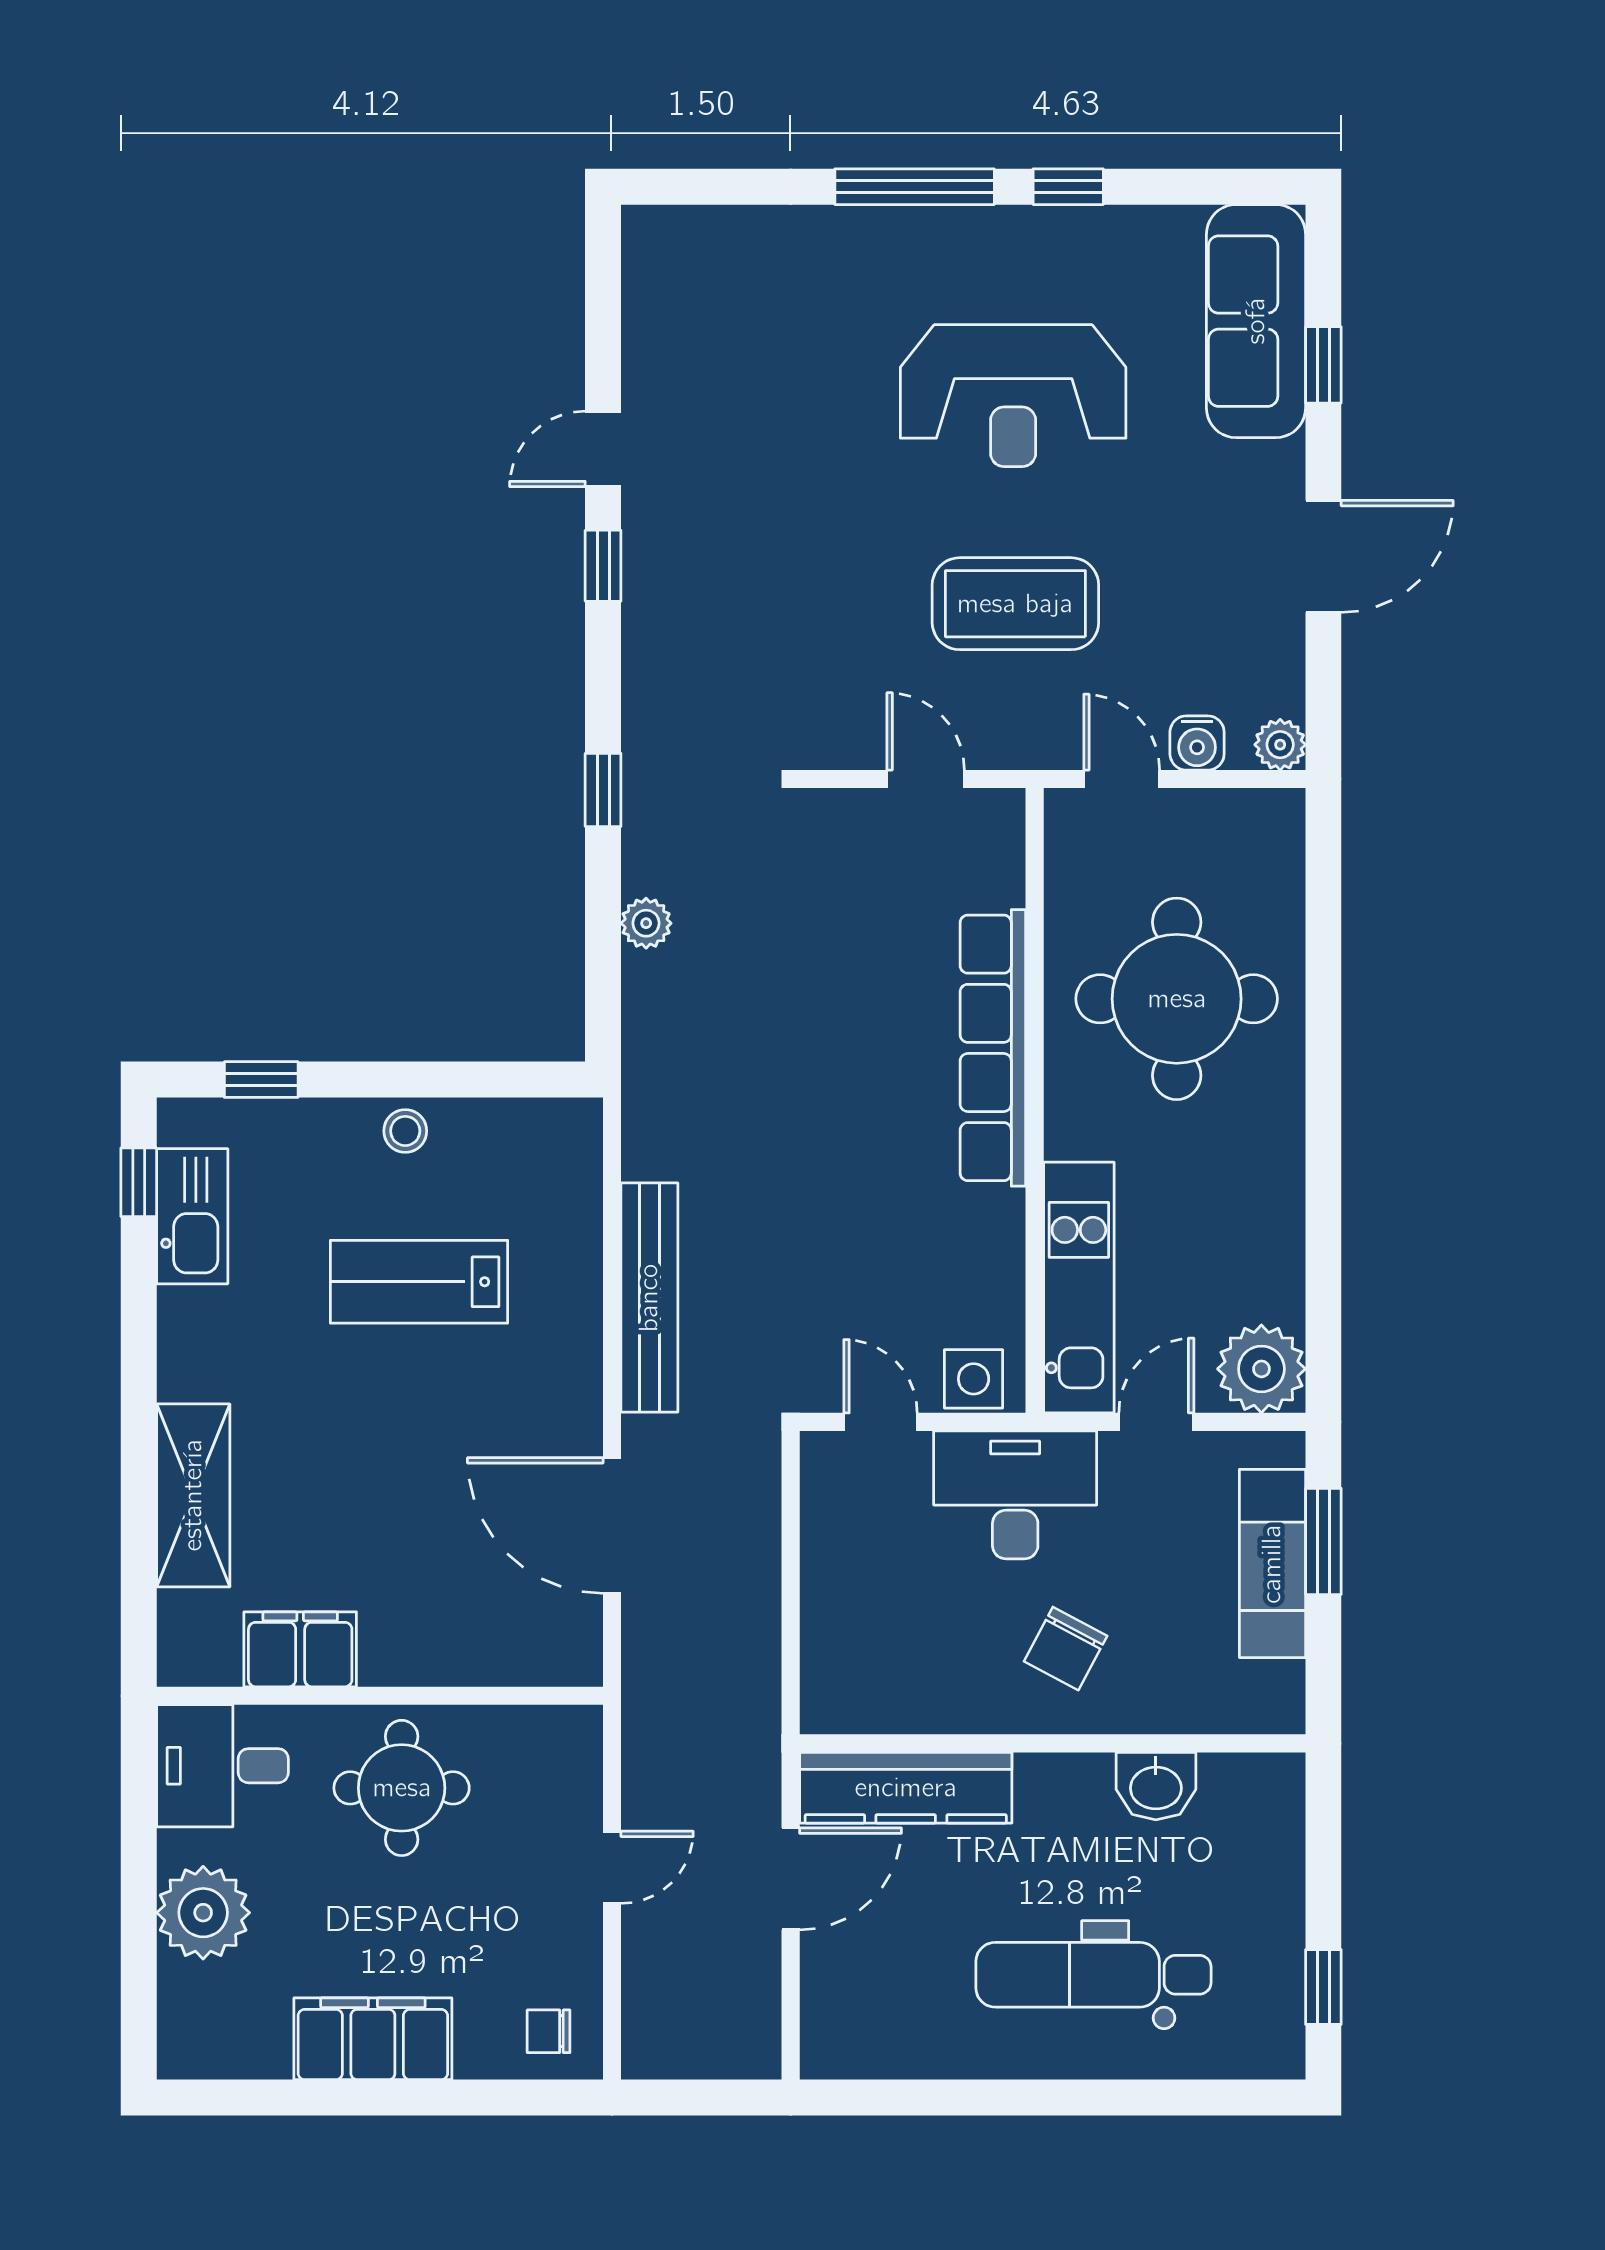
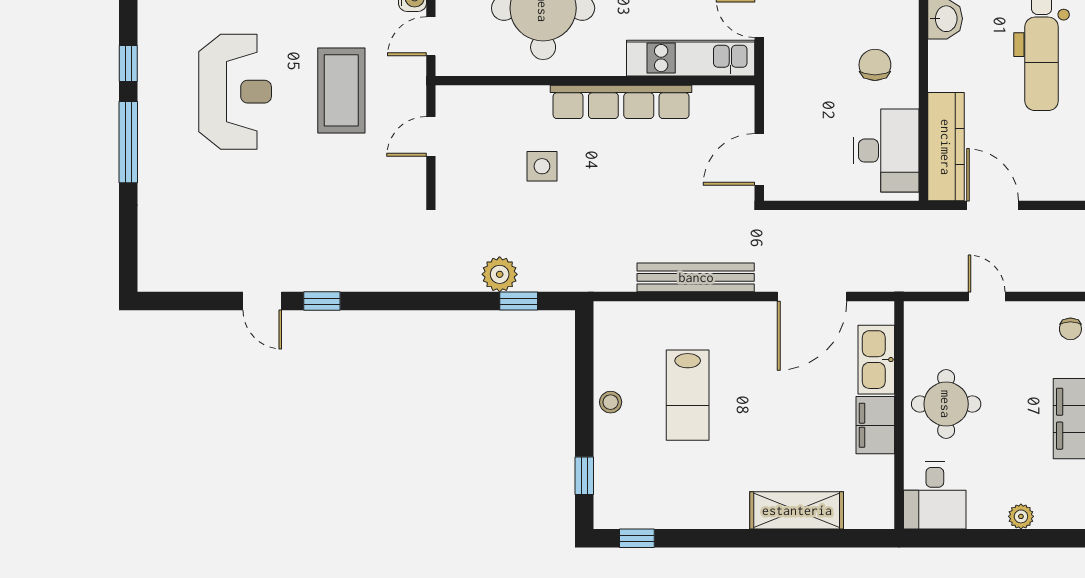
window: (603, 790) -> (519, 301), moved
plant: (646, 923) -> (500, 274), width x1.38, depth x1.38
row of seats: (993, 1048) -> (621, 102), moved
kitchen sink: (192, 1216) -> (876, 360), moved, turned -90
side table: (974, 1379) -> (542, 166), moved
door: (880, 1422) -> (759, 159), width x1.38
desk: (1015, 1495) -> (886, 151), moved, turned 180
filing cabinet: (300, 1649) -> (875, 425), moved
chair: (1066, 1649) -> (875, 65), turned -118
plant: (203, 1913) -> (1021, 516), width x0.53, depth x0.53

